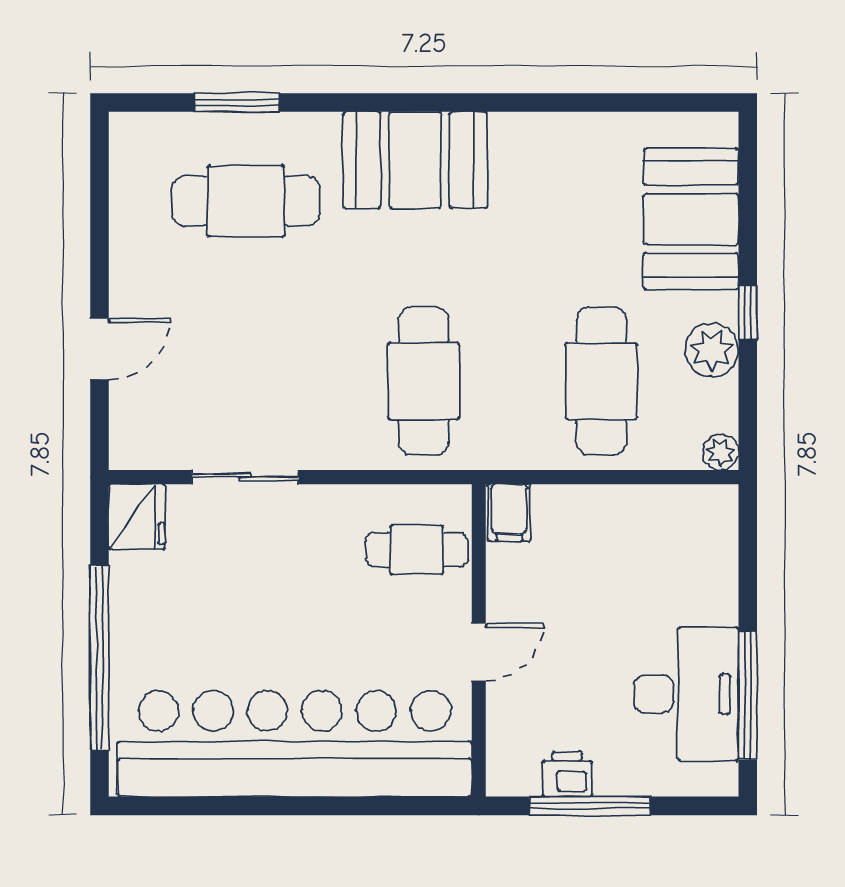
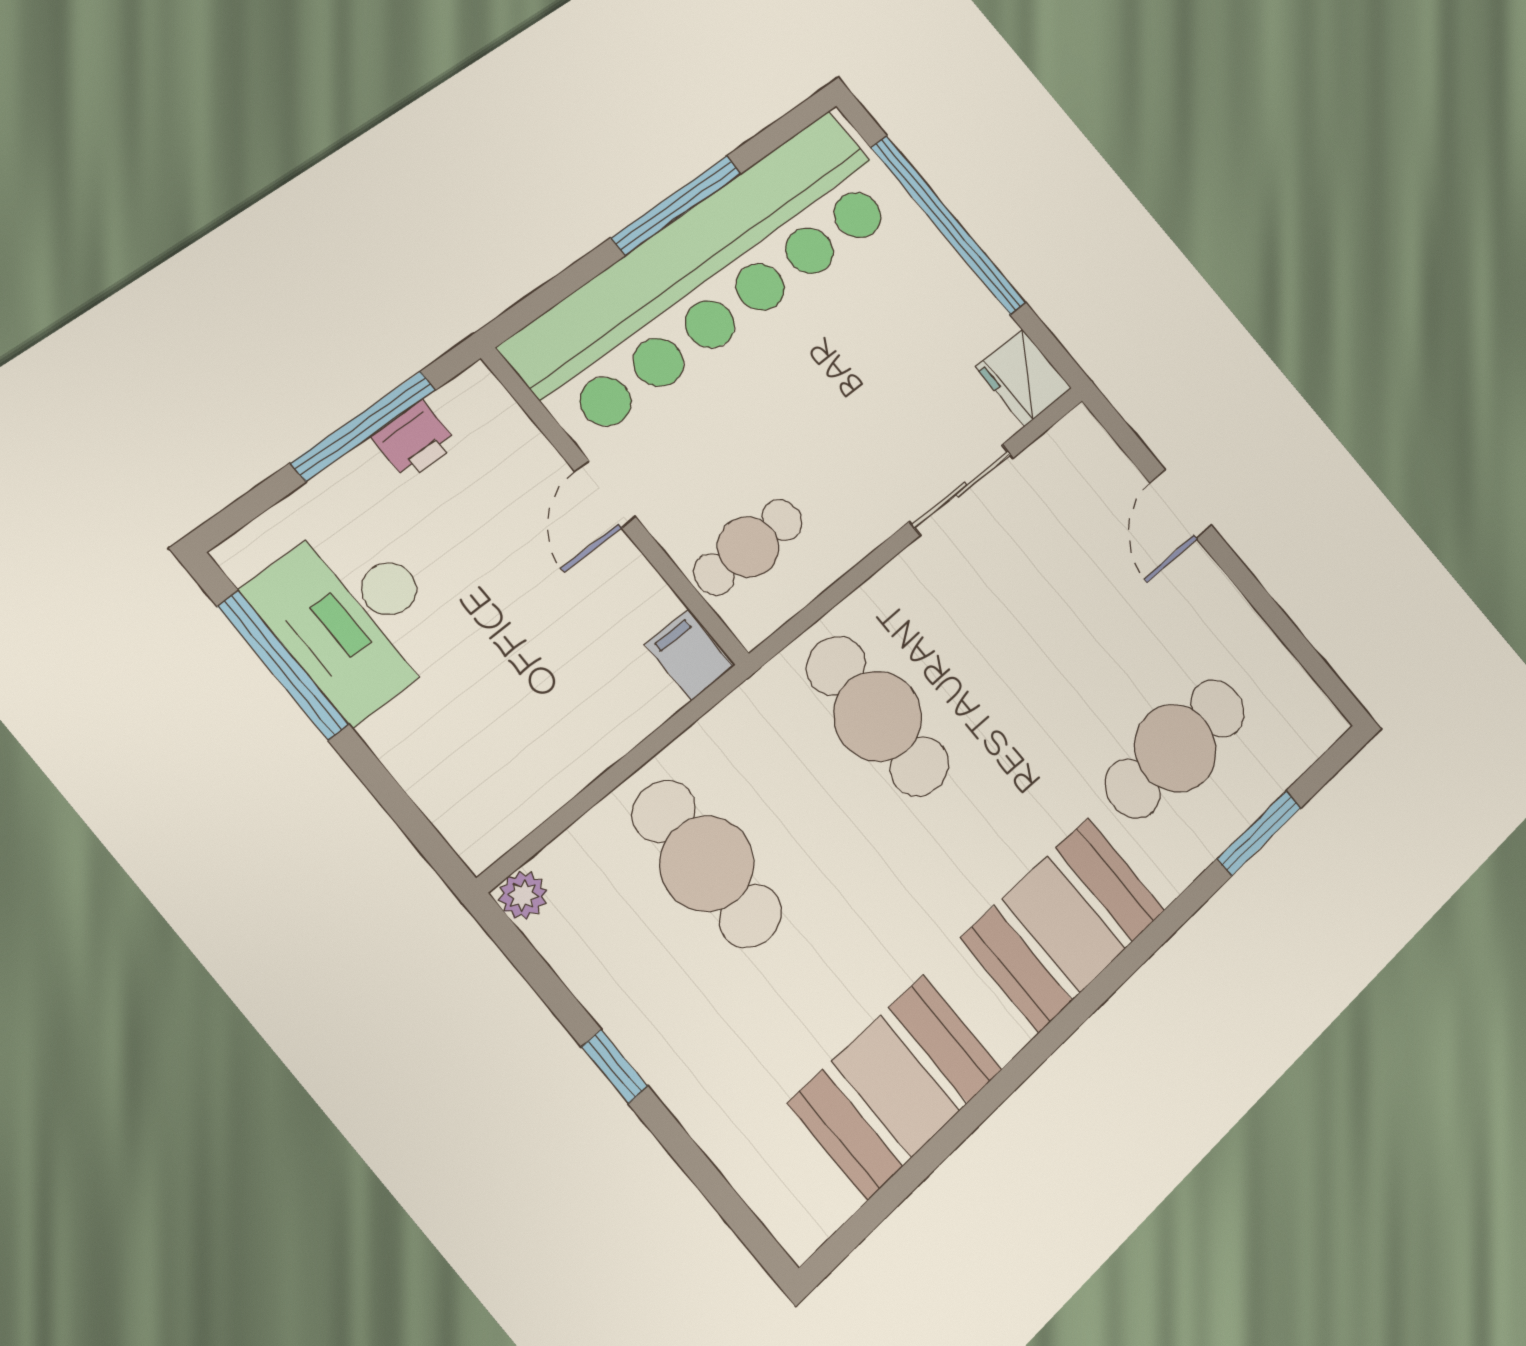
booth: (691, 219) -> (896, 1086), moved, turned 90
plant: (712, 350) -> (620, 994), removed
window: (278, 806) -> (677, 205), added

